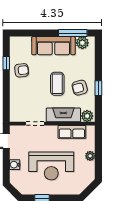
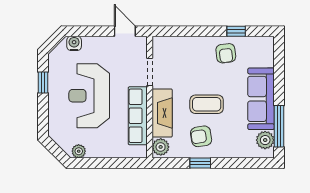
armchair: (80, 88) -> (201, 136), turned -84
row of seats: (72, 132) -> (138, 116), width x1.48
plant: (90, 156) -> (79, 151), moved
water cooler: (15, 165) -> (74, 43), moved

